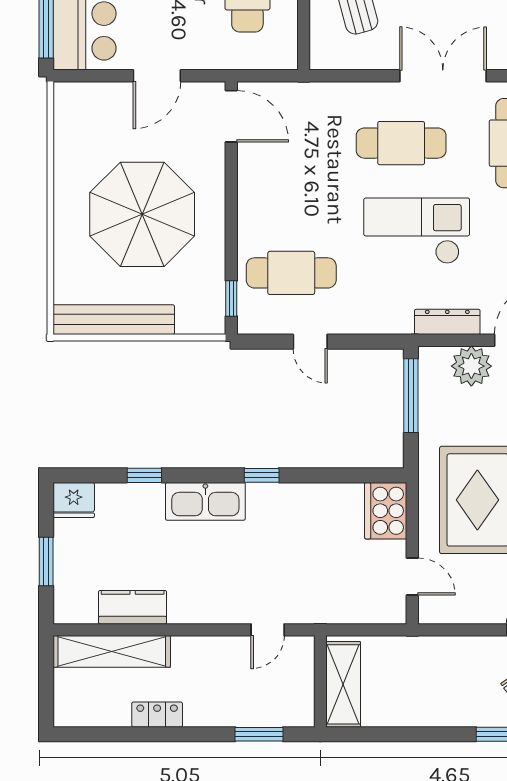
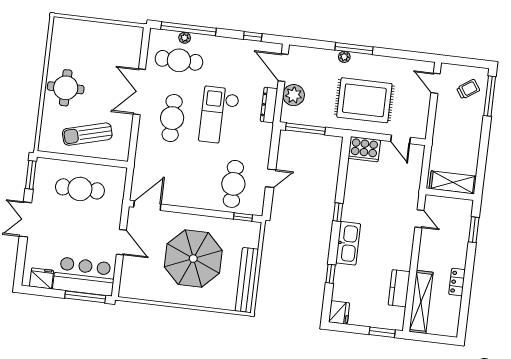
window: (46, 561) -> (382, 332), moved
door: (412, 577) -> (400, 139), swing flipped

